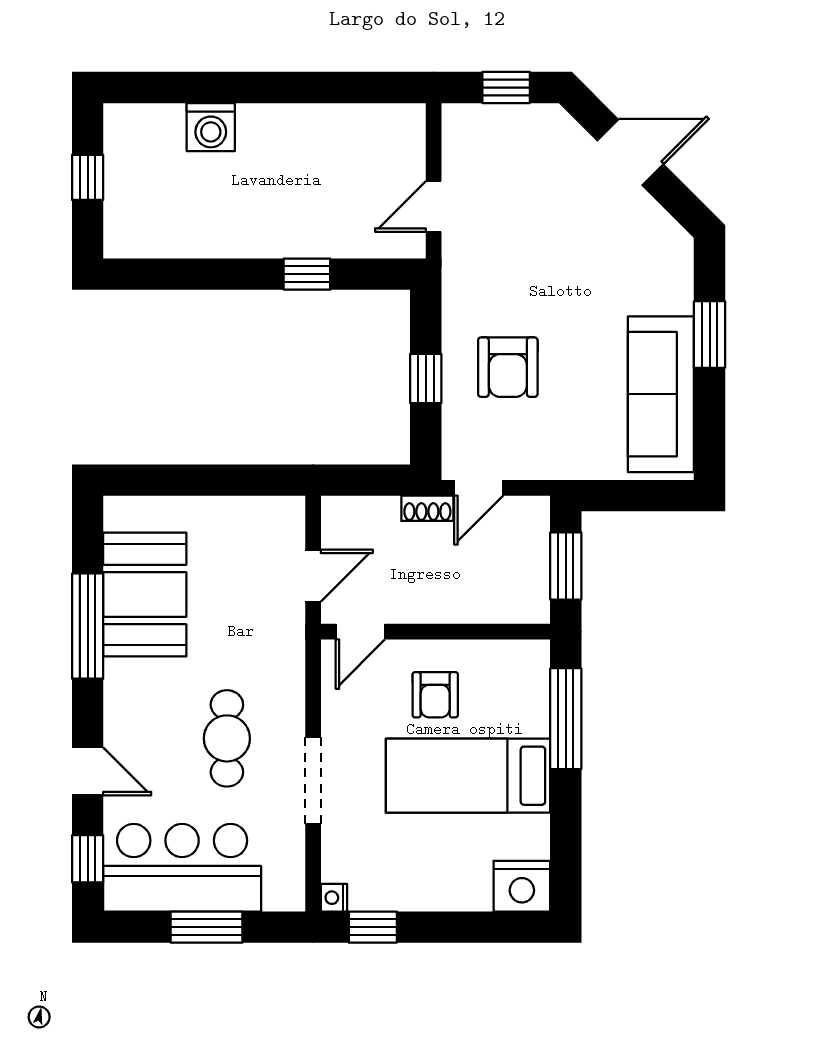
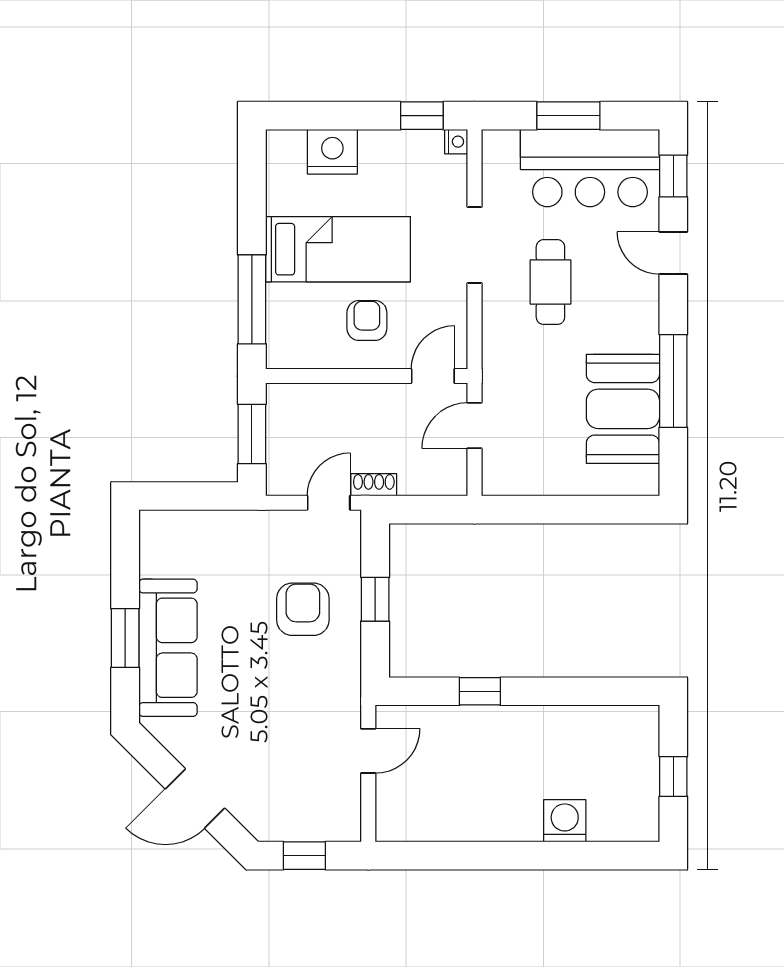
sofa: (661, 394) -> (168, 648), moved
nightstand: (522, 886) -> (332, 152), moved

